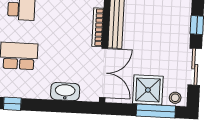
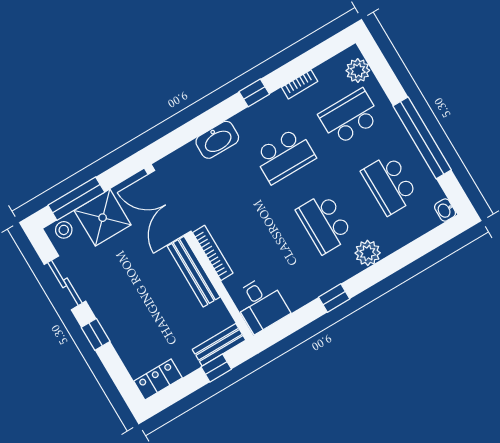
washbasin: (65, 92) -> (217, 140), moved

